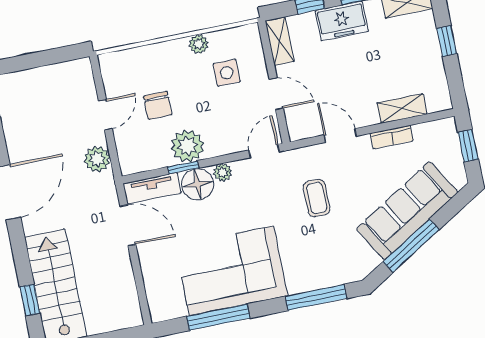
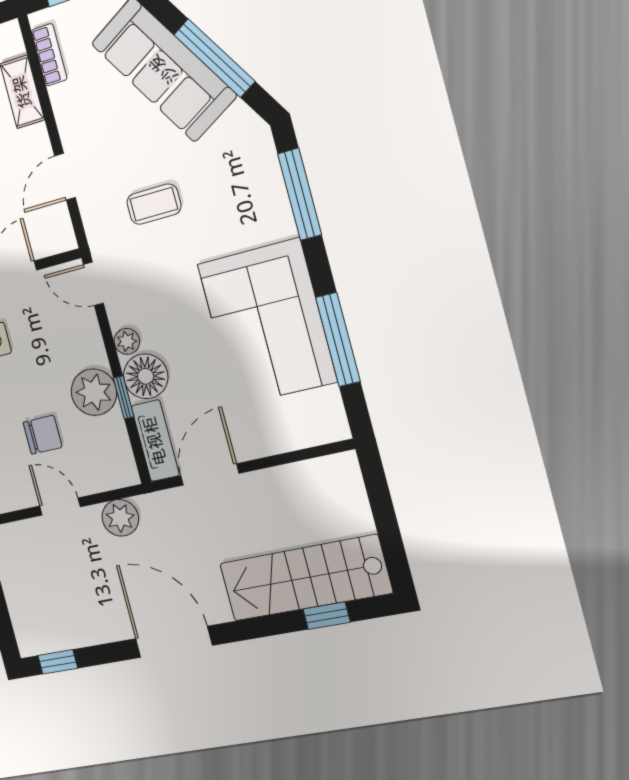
bookcase: (392, 137) -> (49, 55), moved

